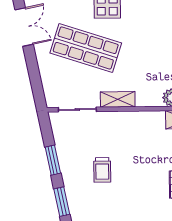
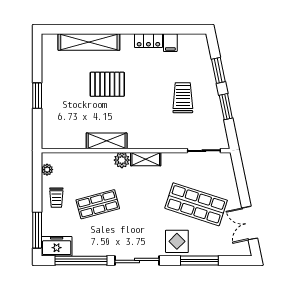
shelving: (118, 99) -> (146, 159), moved
trolley: (102, 170) -> (183, 98), width x1.36, depth x1.39

